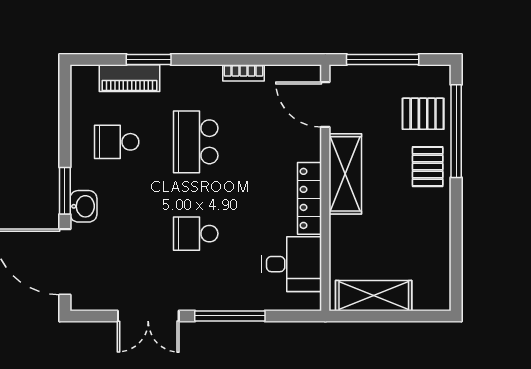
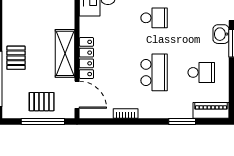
piano: (129, 78) -> (211, 110), moved
pallet: (423, 114) -> (42, 102), moved
locker: (309, 198) -> (86, 58), moved

